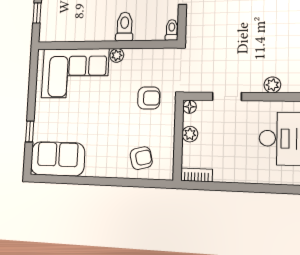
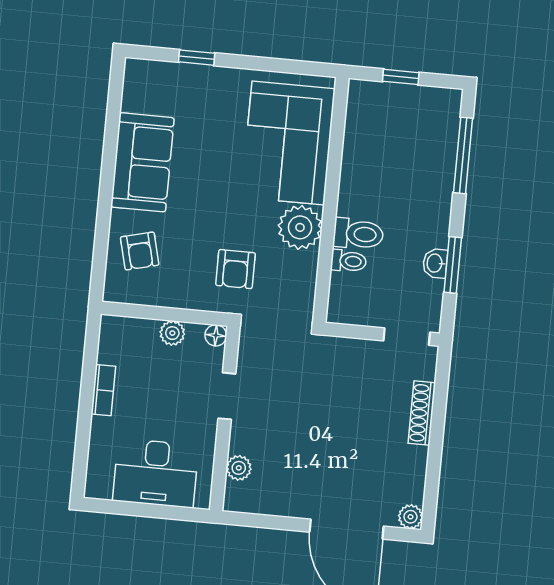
toilet: (172, 30) -> (348, 261), moved
plant: (117, 55) -> (300, 227), width x1.88, depth x1.88
sofa: (58, 159) -> (142, 162), moved
bookcase: (197, 175) -> (103, 390), moved

